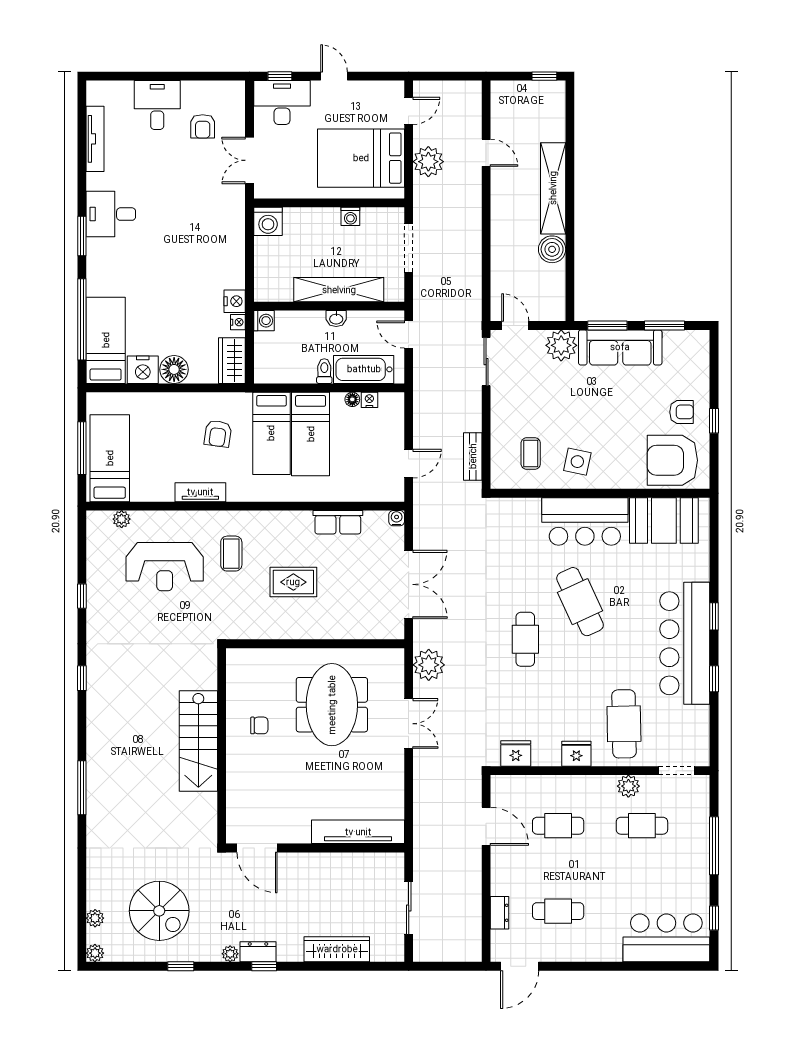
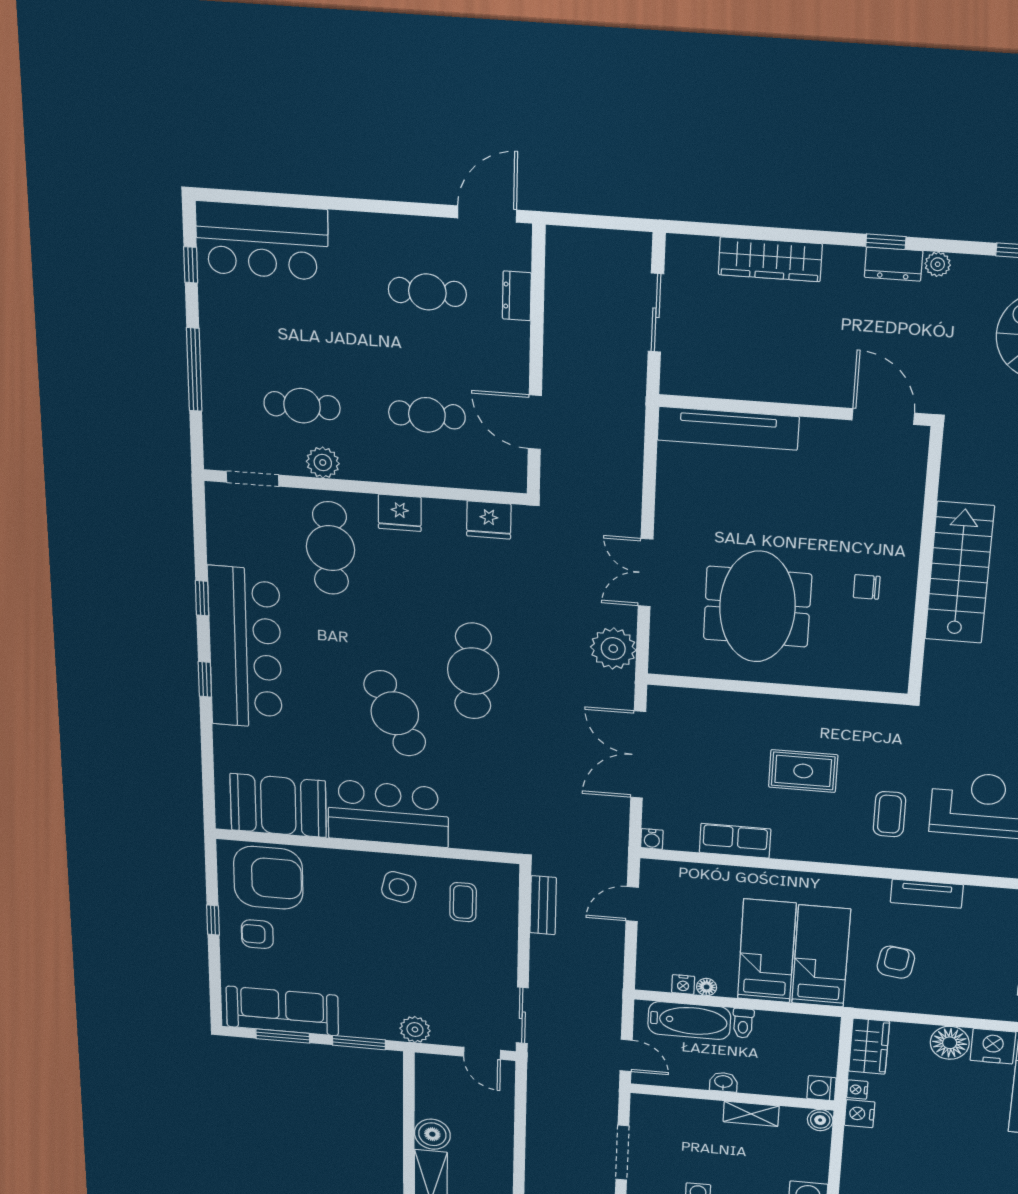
shelving: (339, 290) -> (751, 1114), width x0.45, depth x0.75
boiler: (263, 292) -> (820, 1120), added
plant: (561, 345) -> (415, 1030), width x0.73, depth x0.73
sofa: (620, 347) -> (282, 1011), moved
cafe table: (525, 639) -> (473, 671), width x1.37, depth x1.35

